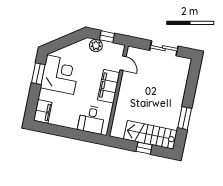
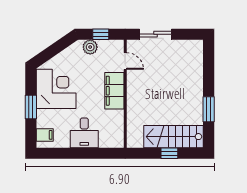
sliding door: (164, 48) -> (156, 34), moved
window: (38, 74) -> (31, 107), moved
filing cabinet: (43, 111) -> (45, 135), width x0.50
desk: (92, 119) -> (84, 133), moved

